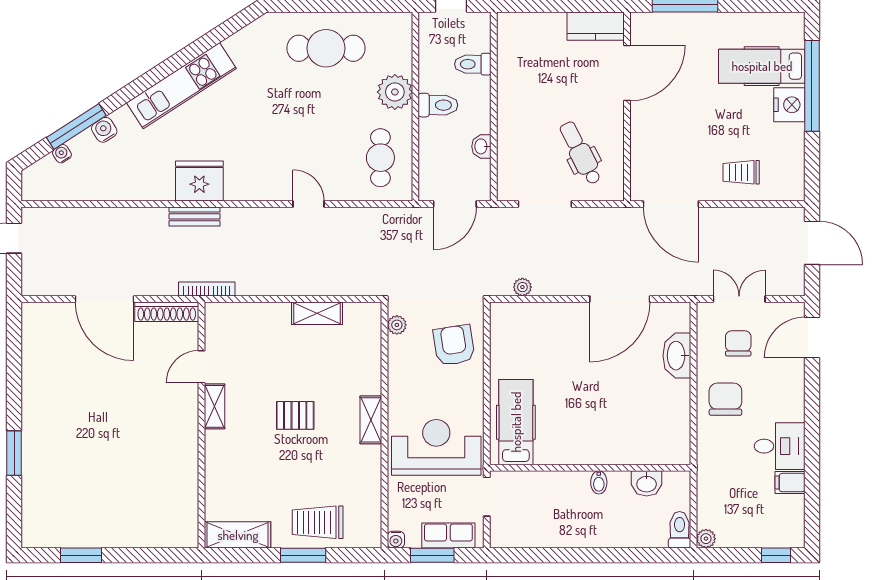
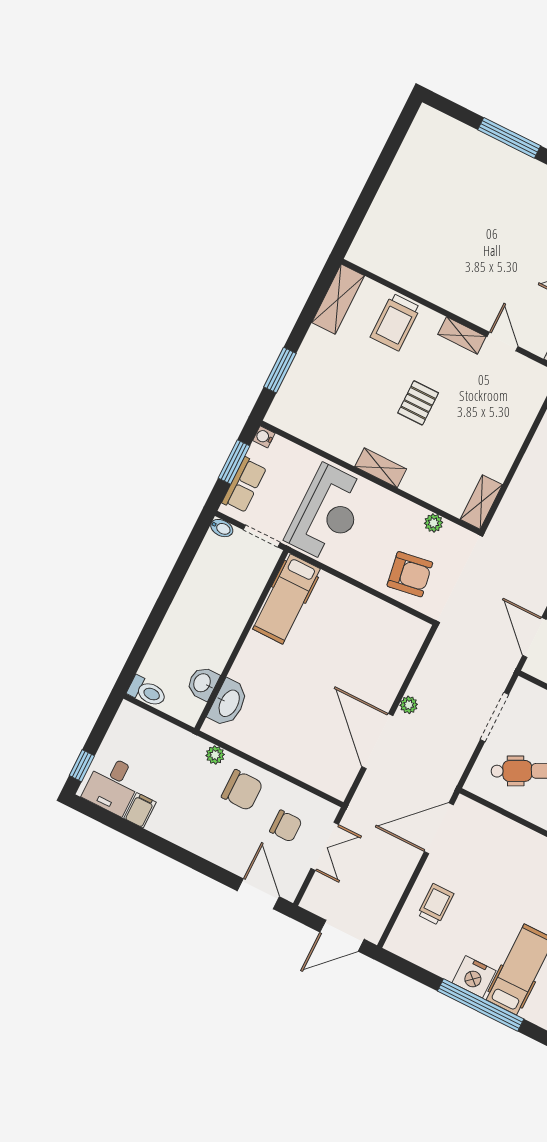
plant: (522, 287) -> (409, 705), moved
shelving: (317, 313) -> (481, 502), moved
plant: (397, 325) -> (434, 523), moved
washbasin: (677, 356) -> (228, 703), moved, turned 90
hospital bed: (516, 422) -> (287, 599), moved, turned 90
desk: (780, 446) -> (112, 785), moved
window: (14, 453) -> (509, 138), width x1.44
bidet: (599, 482) -> (222, 528), moved, turned 180
trolley: (318, 522) -> (395, 322), moved, turned 180
plant: (706, 539) -> (215, 755), moved
window: (81, 555) -> (389, 152), removed
window: (303, 555) -> (280, 370), moved

